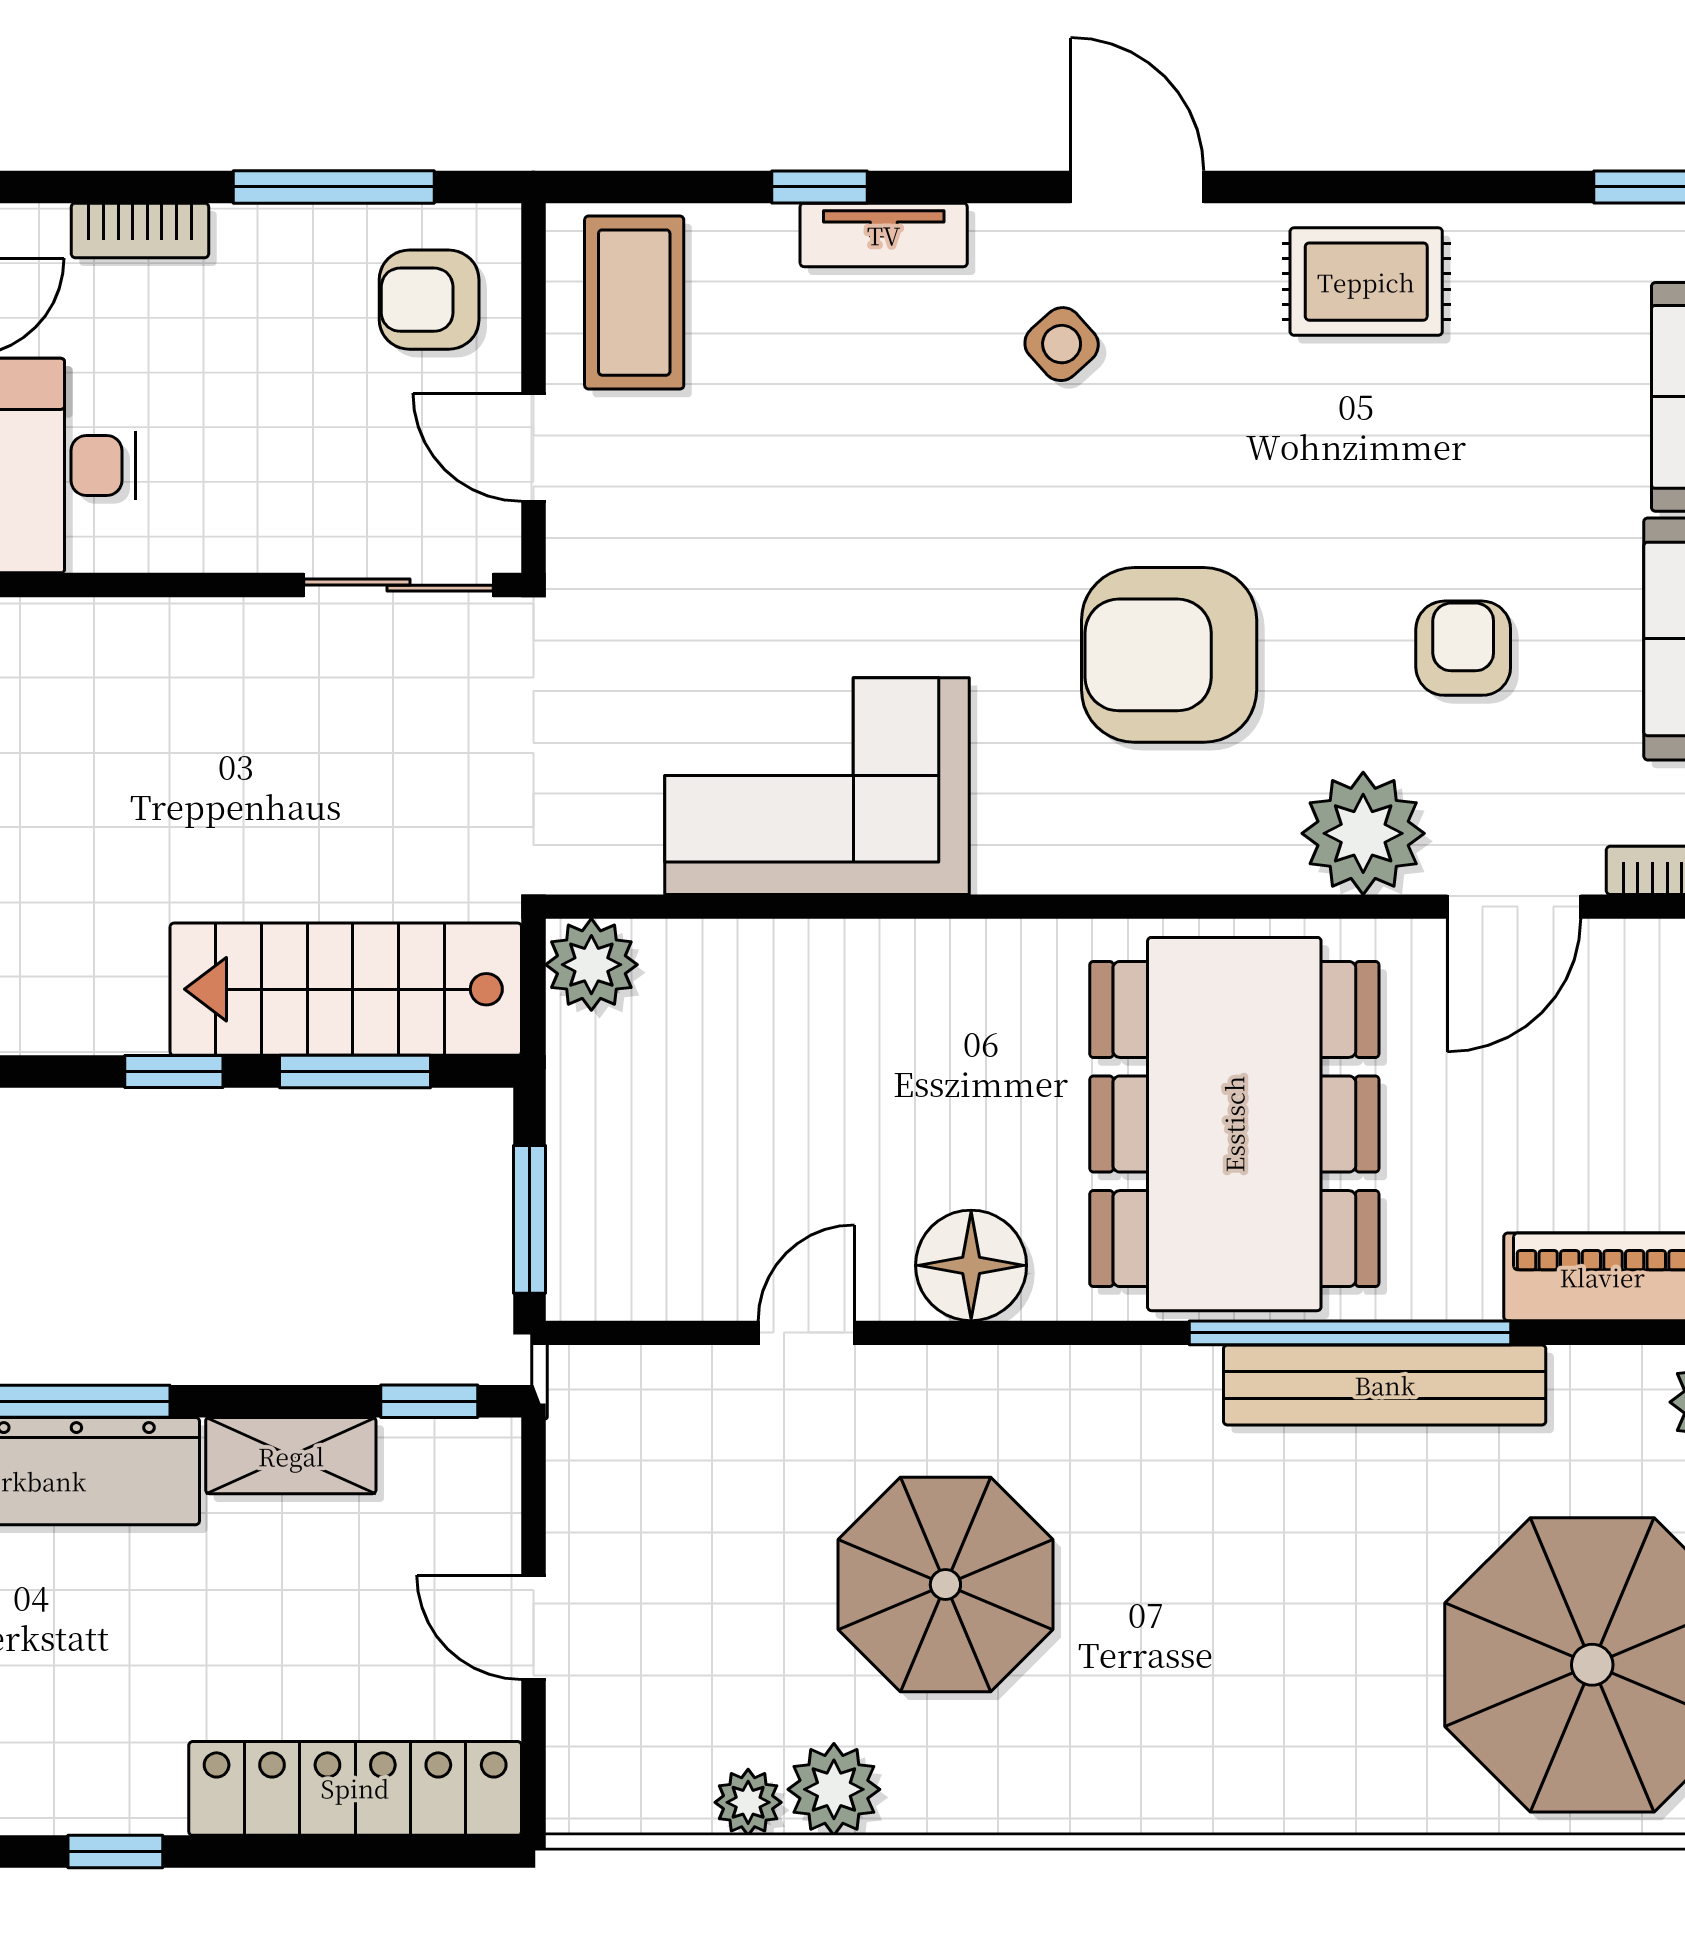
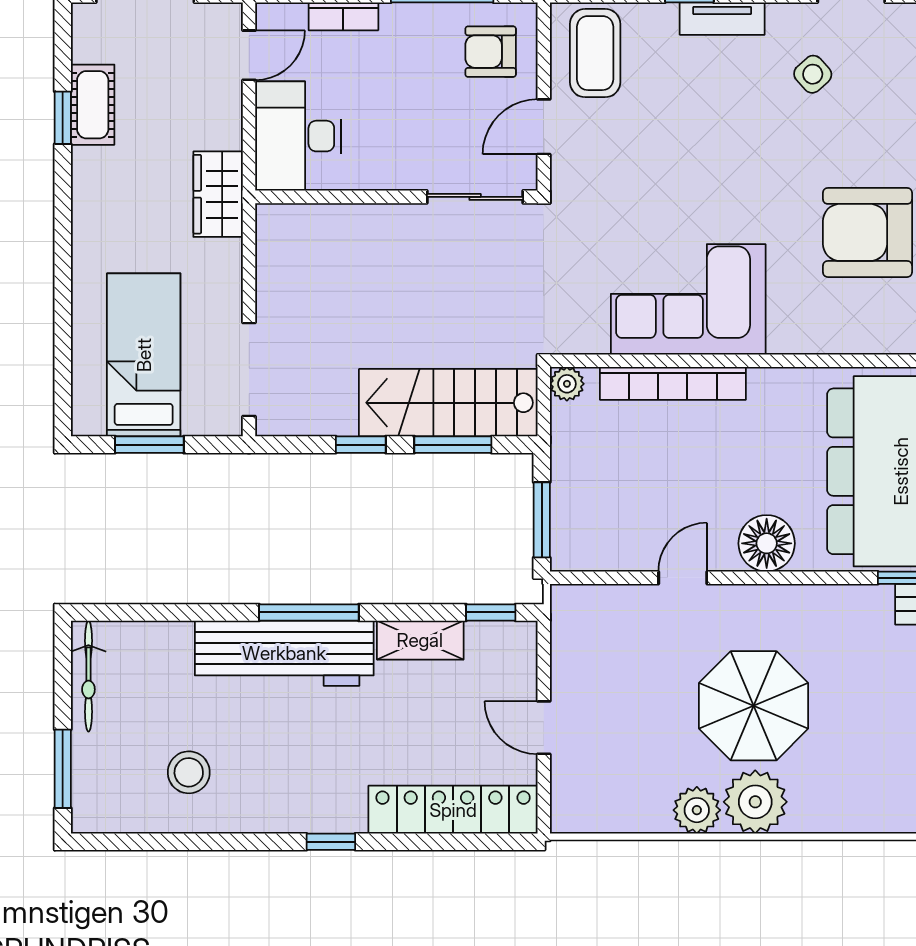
door: (533, 447) -> (544, 127), hinge flipped
bookcase: (787, 951) -> (673, 383), added
plant: (591, 965) -> (567, 384), width x0.73, depth x0.73
plant: (748, 1802) -> (755, 802), moved, width x1.87, depth x1.87

